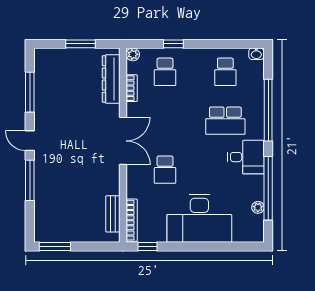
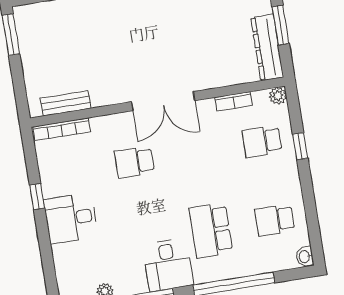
dresser: (111, 79) -> (267, 47), moved, turned -90
desk: (199, 218) -> (71, 218), width x0.53, depth x0.77
window: (148, 247) -> (37, 197), moved

